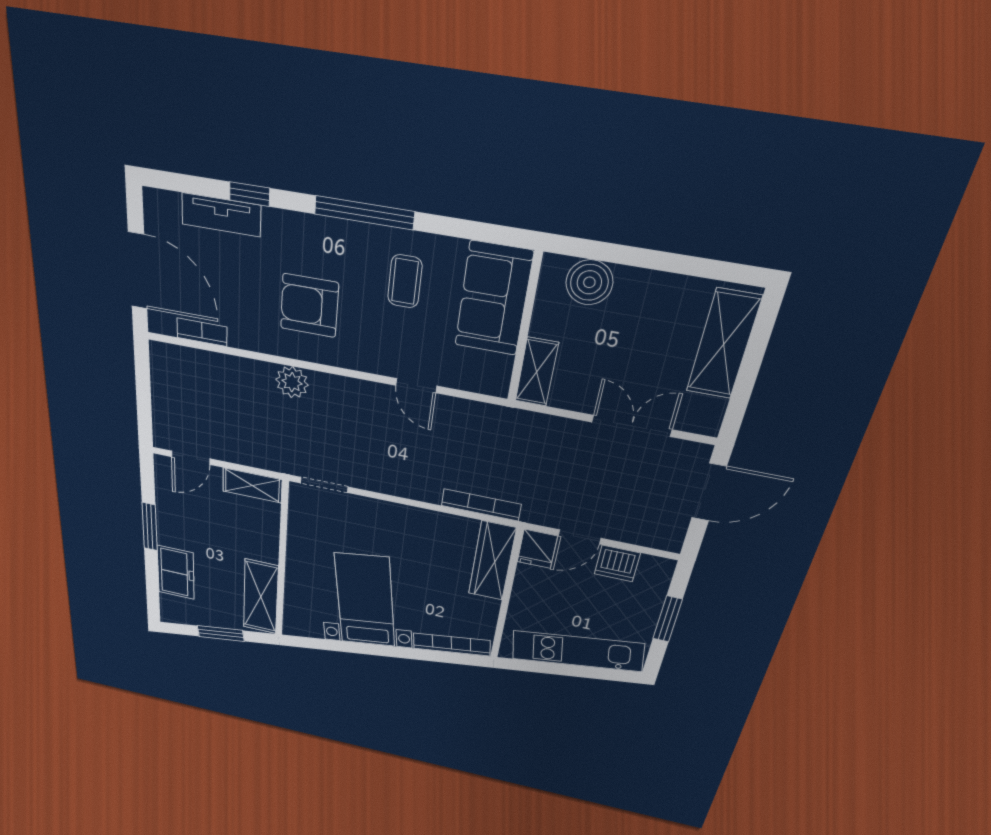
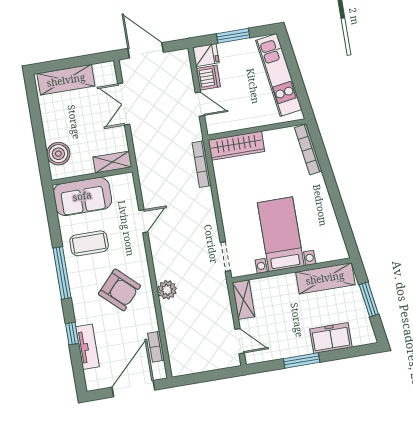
coffee table: (405, 281) -> (89, 243), width x1.36, depth x1.30
armchair: (309, 306) -> (119, 290), turned -47
fridge: (537, 549) -> (206, 55), moved
bed with nightstands: (365, 600) -> (281, 234), moved, turned 99

